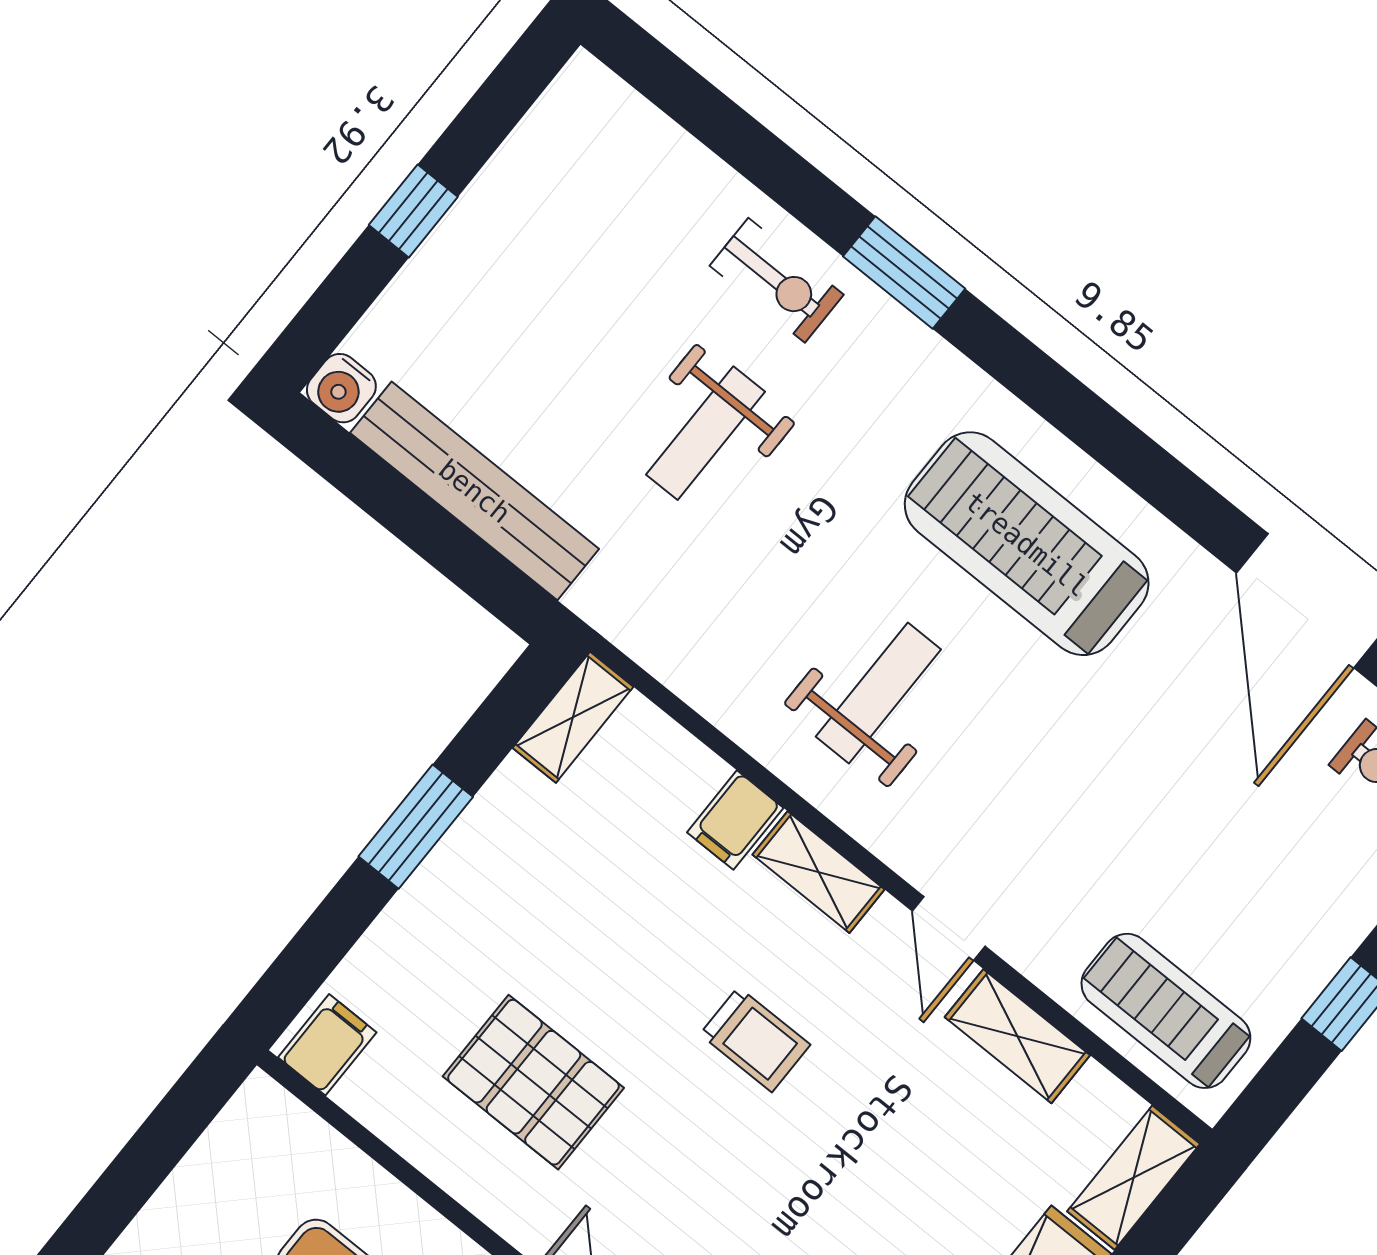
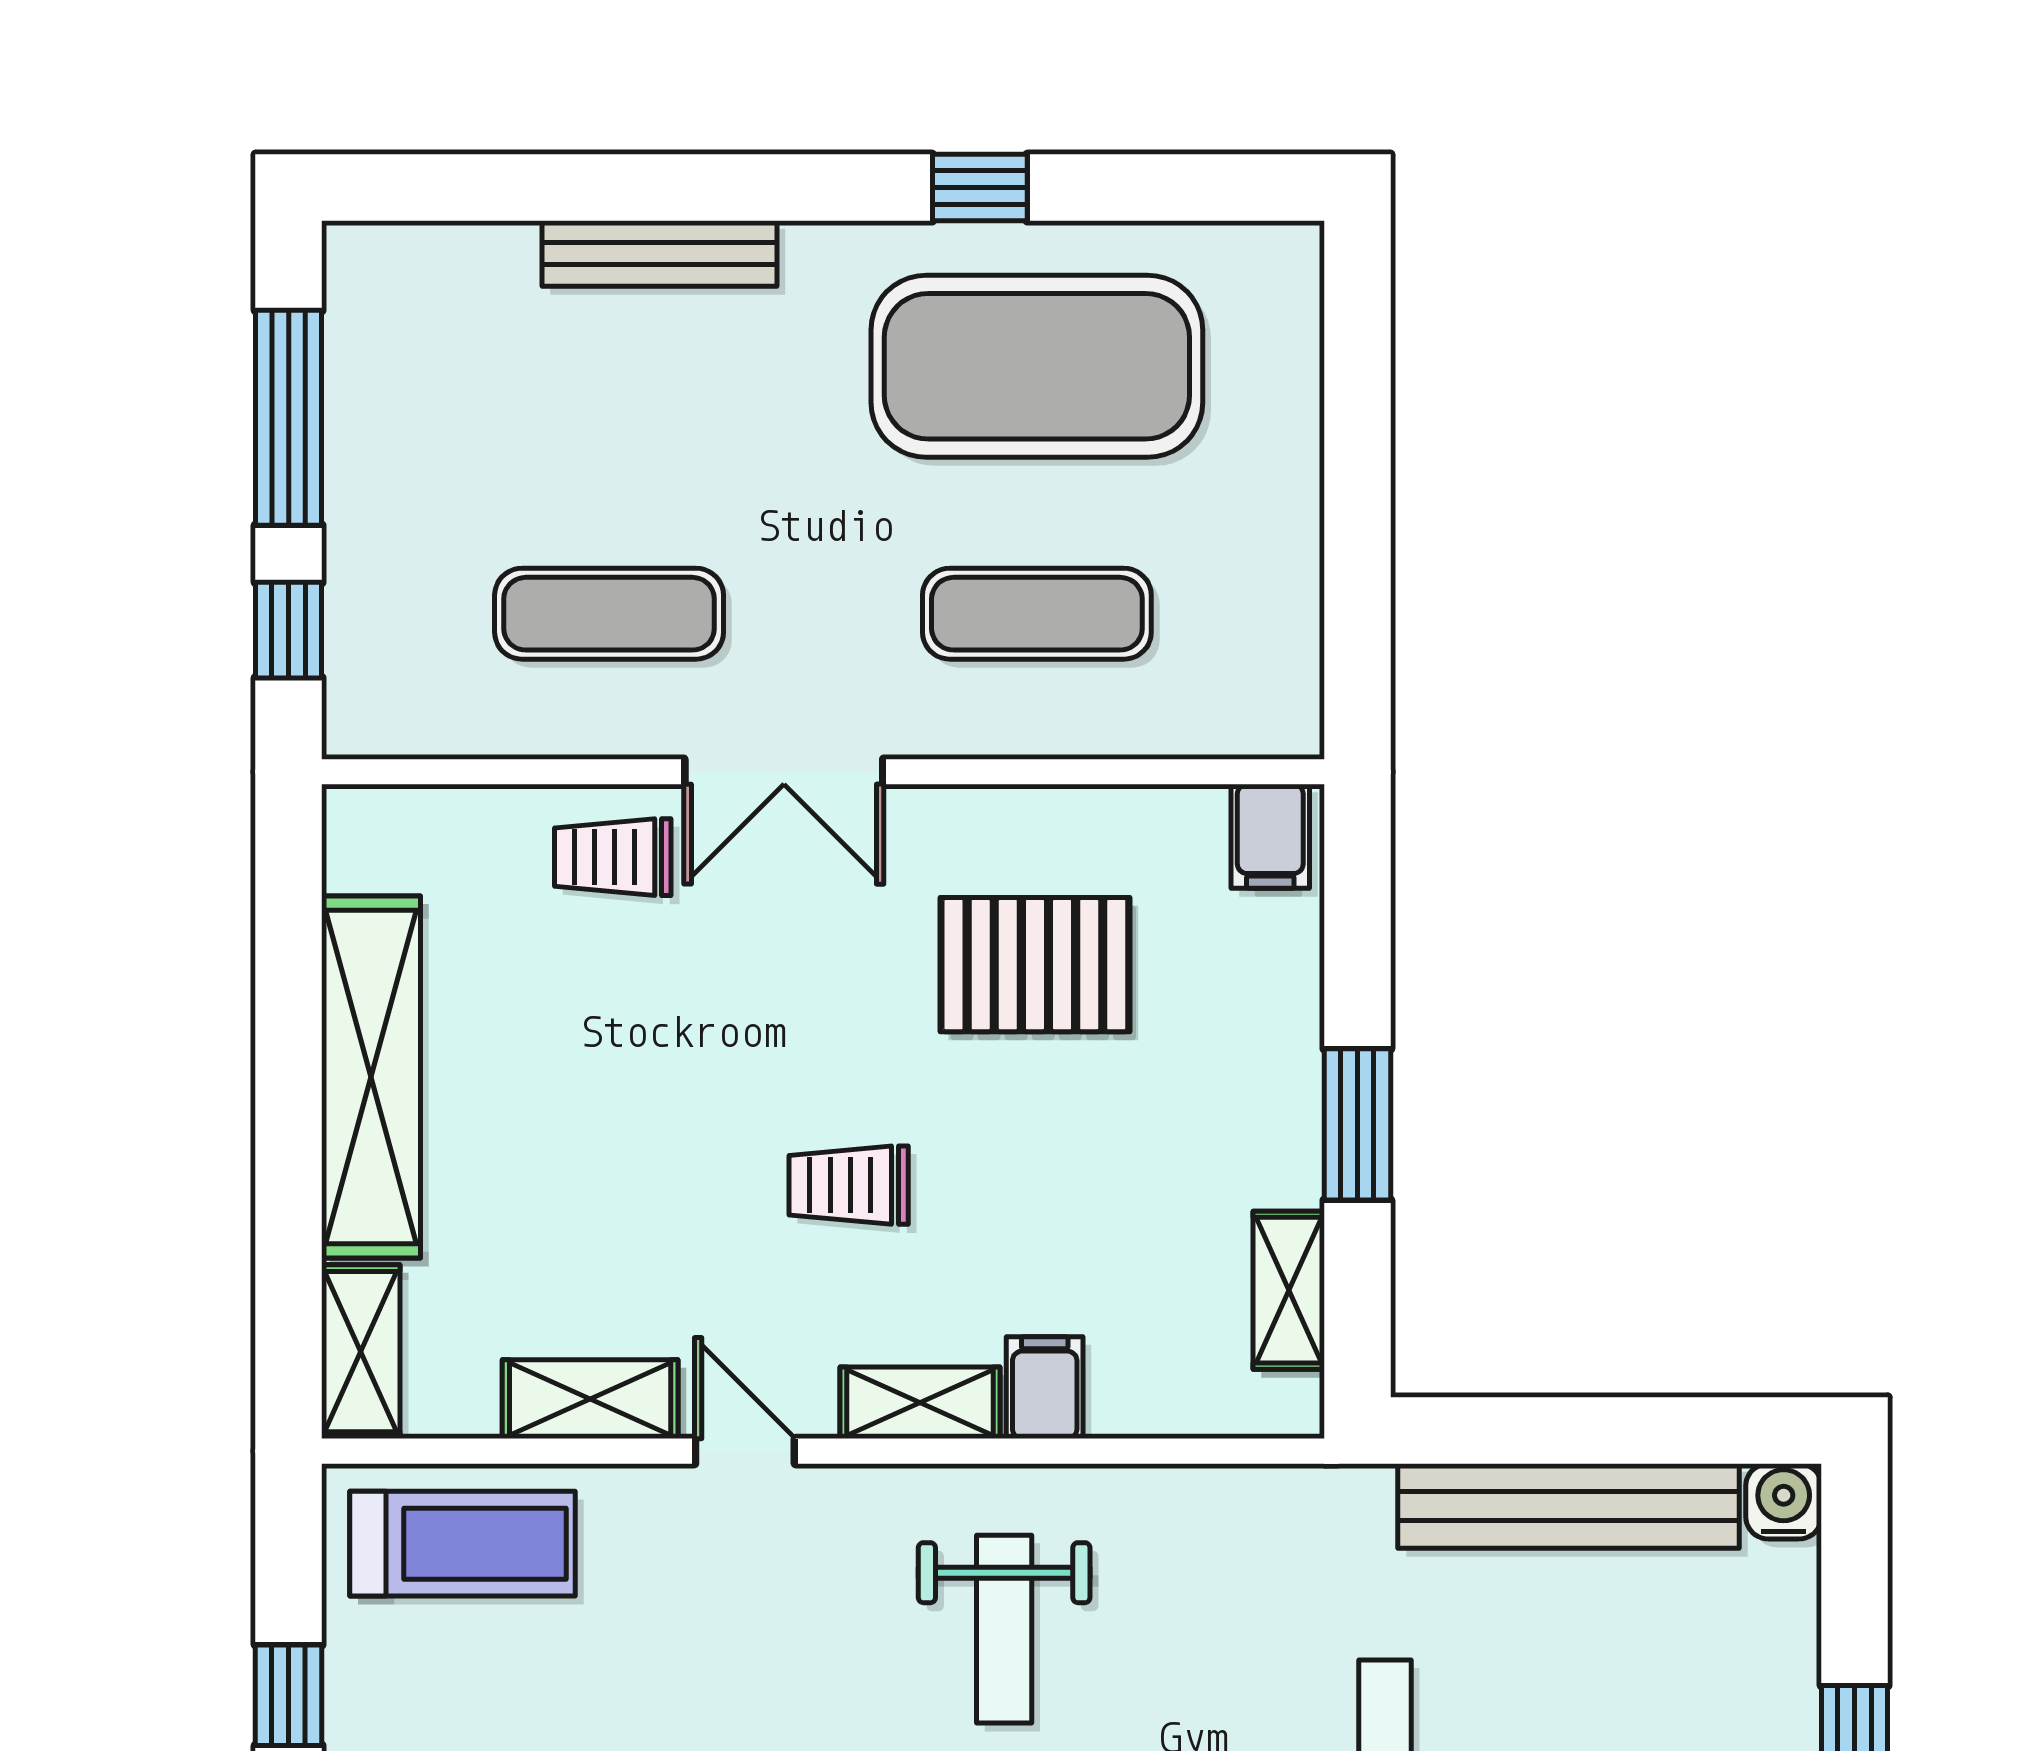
shelving: (573, 717) -> (1289, 1290), moved

